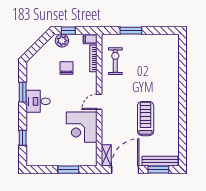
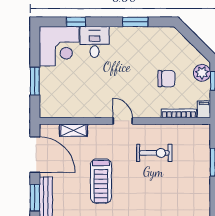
exercise bike: (115, 61) -> (154, 153), moved
desk: (38, 101) -> (95, 42), moved
treadmill: (146, 119) -> (101, 181), turned 90
corner desk: (82, 127) -> (59, 46), moved, turned 180
shelving: (106, 155) -> (74, 130), moved

